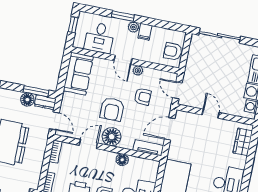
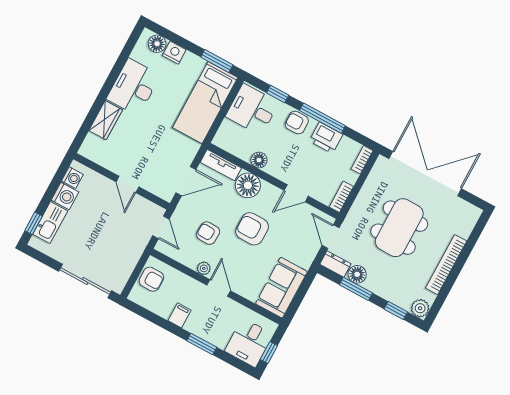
plant: (133, 27) -> (192, 326), removed
desk: (99, 38) -> (249, 343), moved, turned 180
window: (36, 91) -> (356, 289), moved
armchair: (112, 109) -> (252, 229), turned -90
floor lamp: (112, 137) -> (248, 185), moved
wardrobe: (243, 142) -> (106, 120), moved

